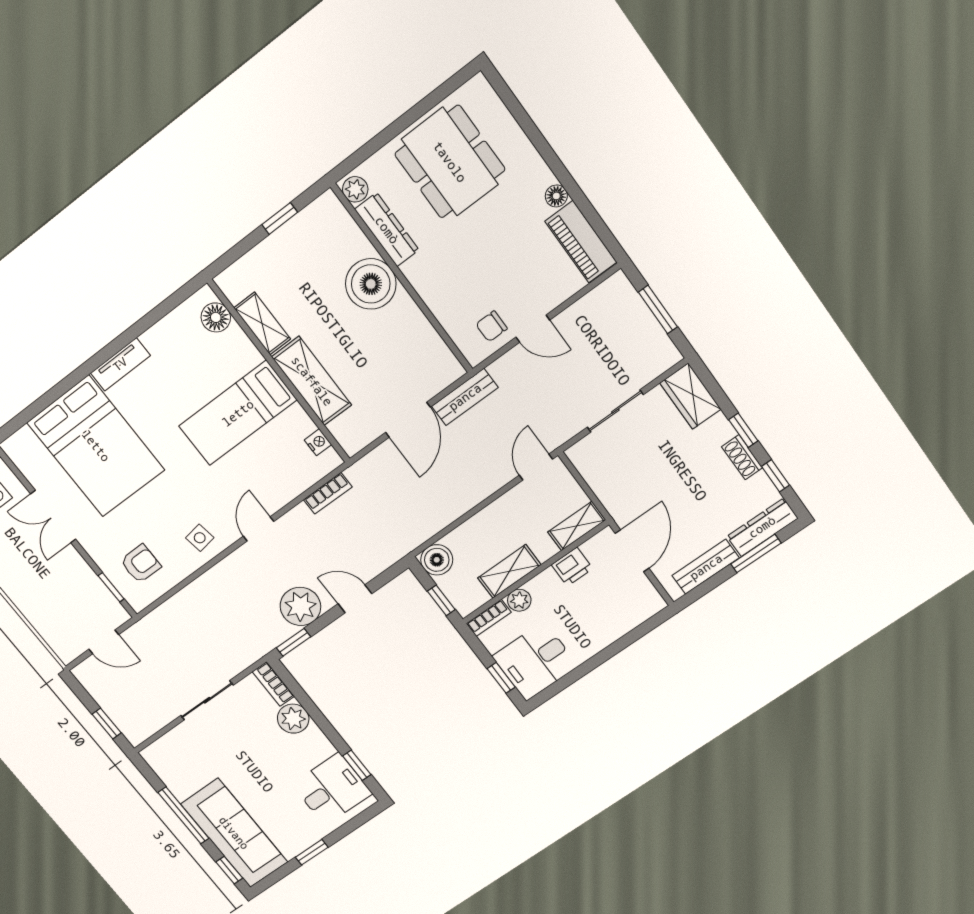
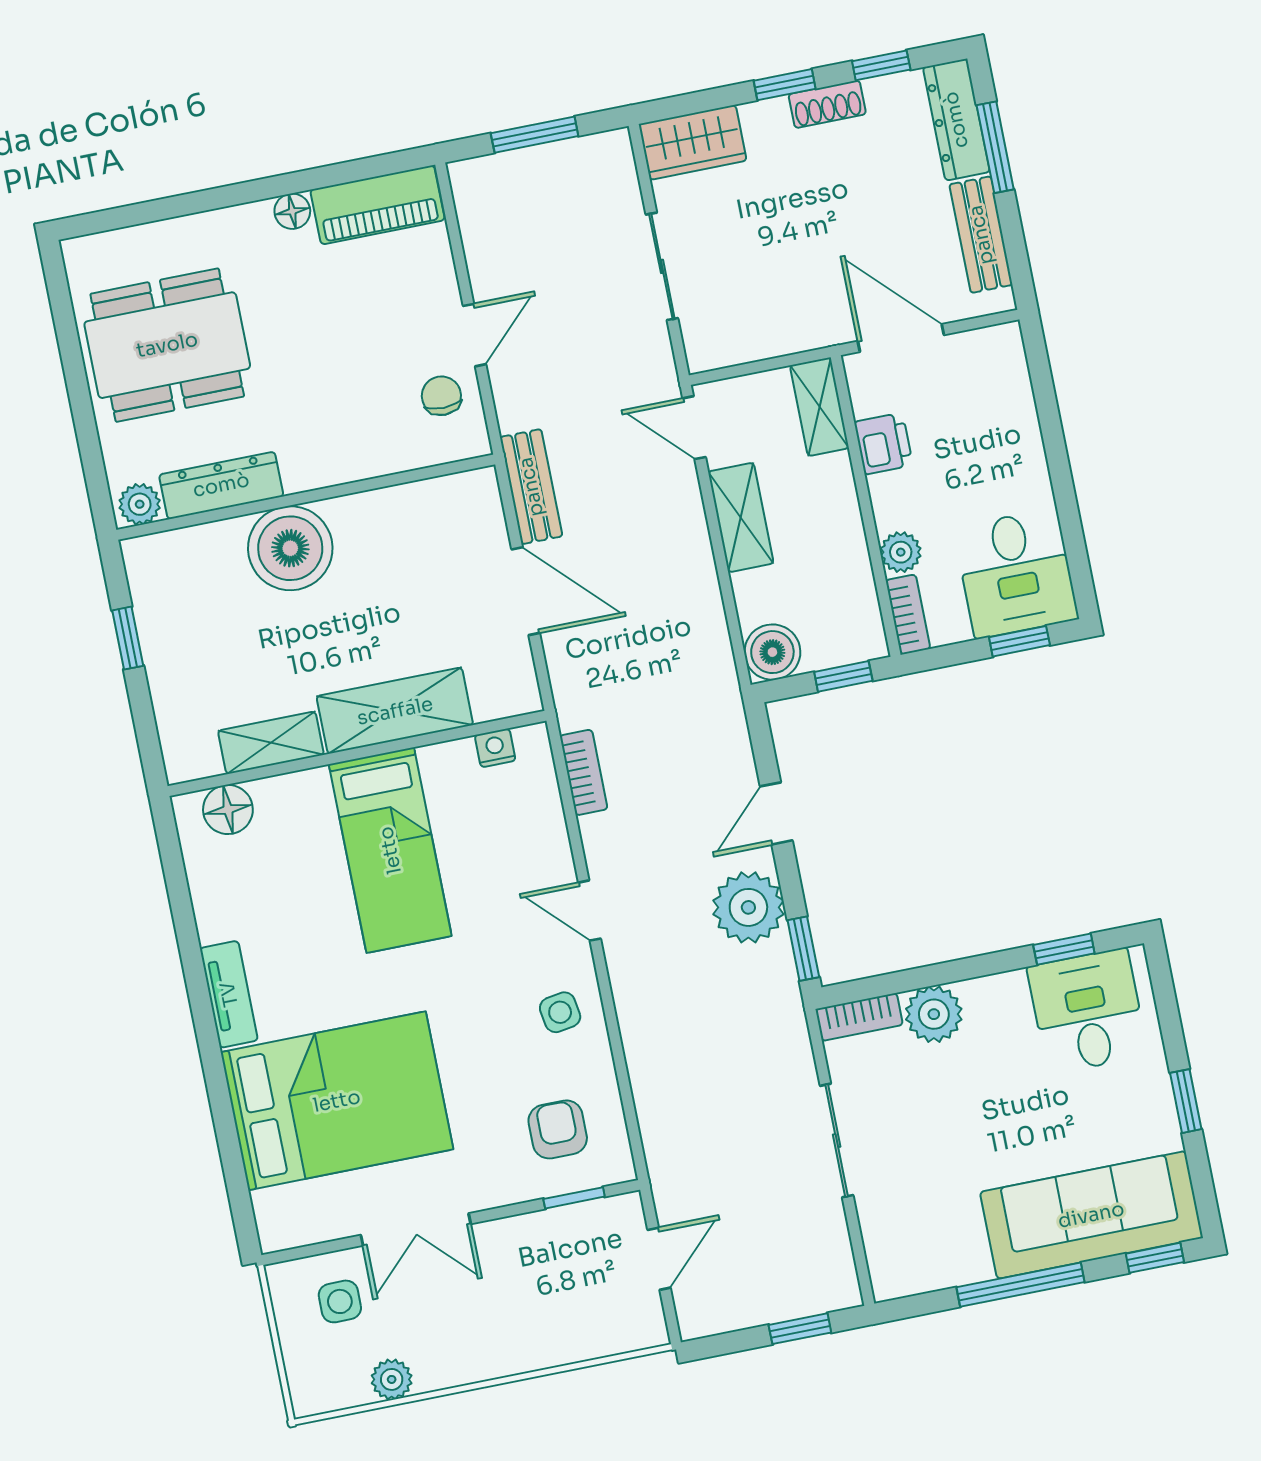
chair: (492, 326) -> (441, 396), turned 180
shelving: (509, 571) -> (741, 517), moved

